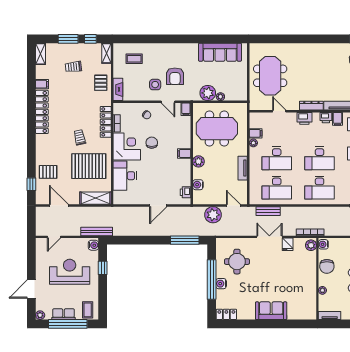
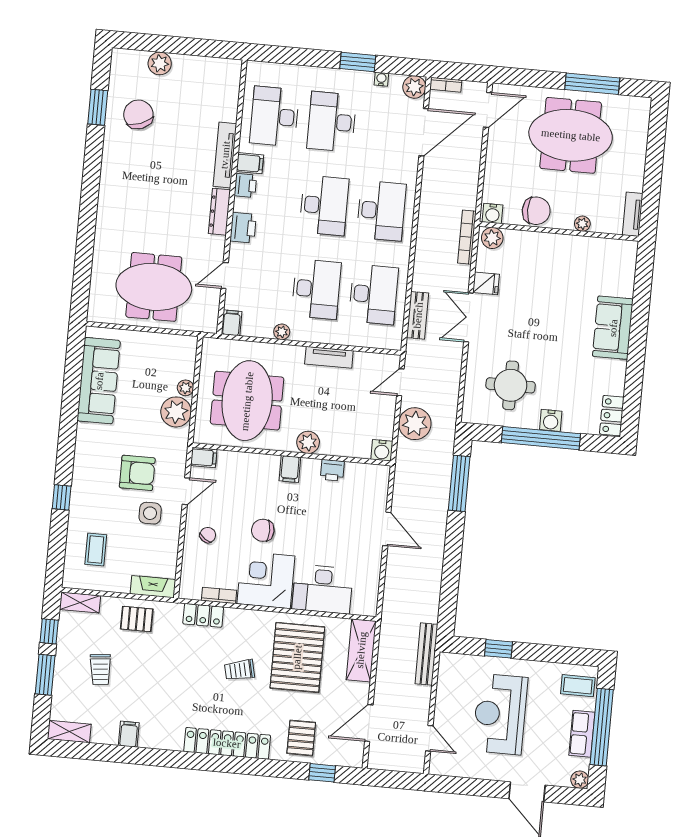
window: (159, 39) -> (62, 497), added
locker: (42, 112) -> (227, 743), moved
locker: (106, 122) -> (203, 615), width x0.66
filing cabinet: (256, 133) -> (232, 323), moved
water cooler: (198, 185) -> (382, 450), moved
printer: (185, 192) -> (332, 470), moved
water cooler: (93, 245) -> (453, 663), removed

